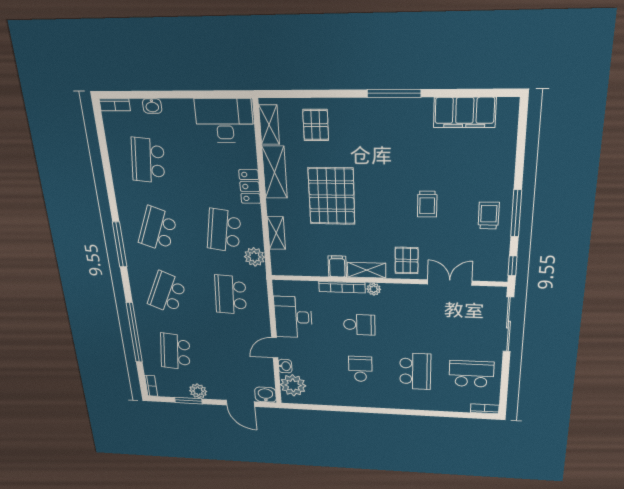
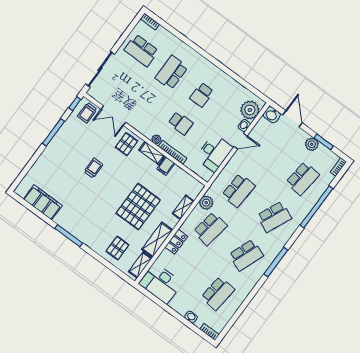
trolley: (489, 216) -> (87, 113), moved
school desk: (359, 325) -> (181, 123), turned 180

